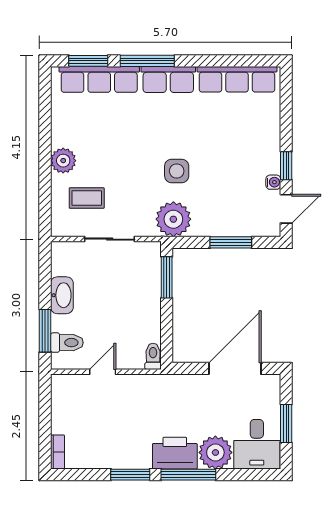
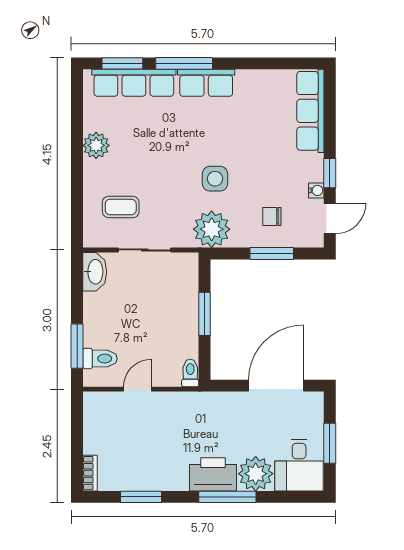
row of seats: (237, 79) -> (310, 111), moved, turned 90
plant: (63, 161) -> (96, 145), moved
chair: (231, 207) -> (272, 217), added
window: (167, 277) -> (205, 314), moved
washbasin: (62, 295) -> (95, 272), moved
window: (130, 475) -> (141, 497), moved

